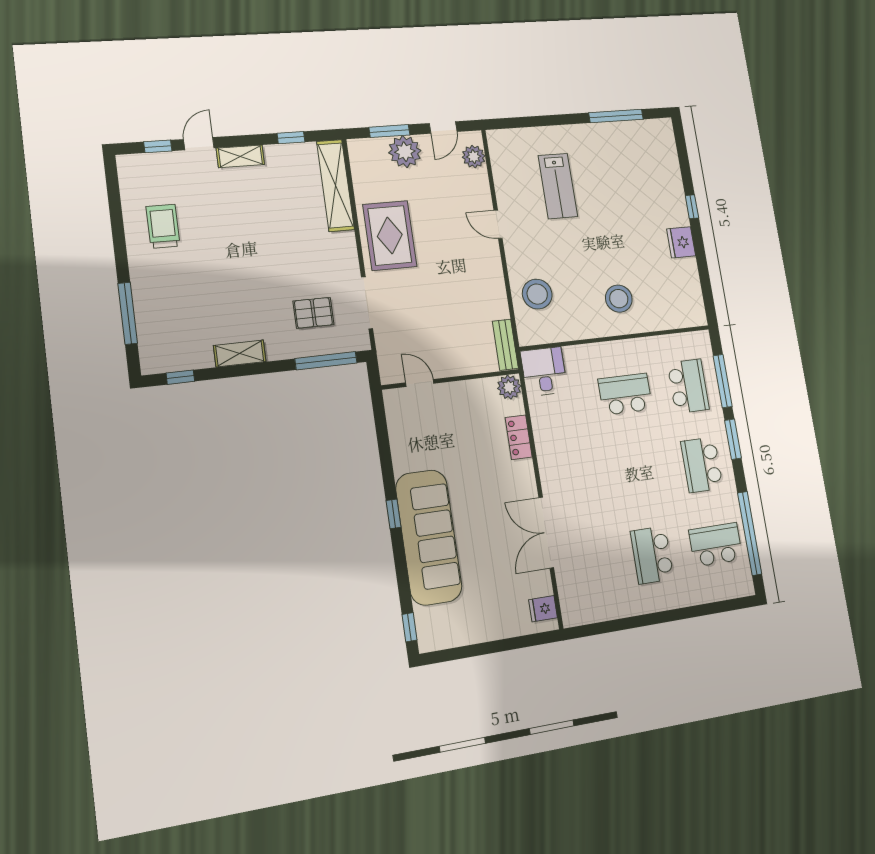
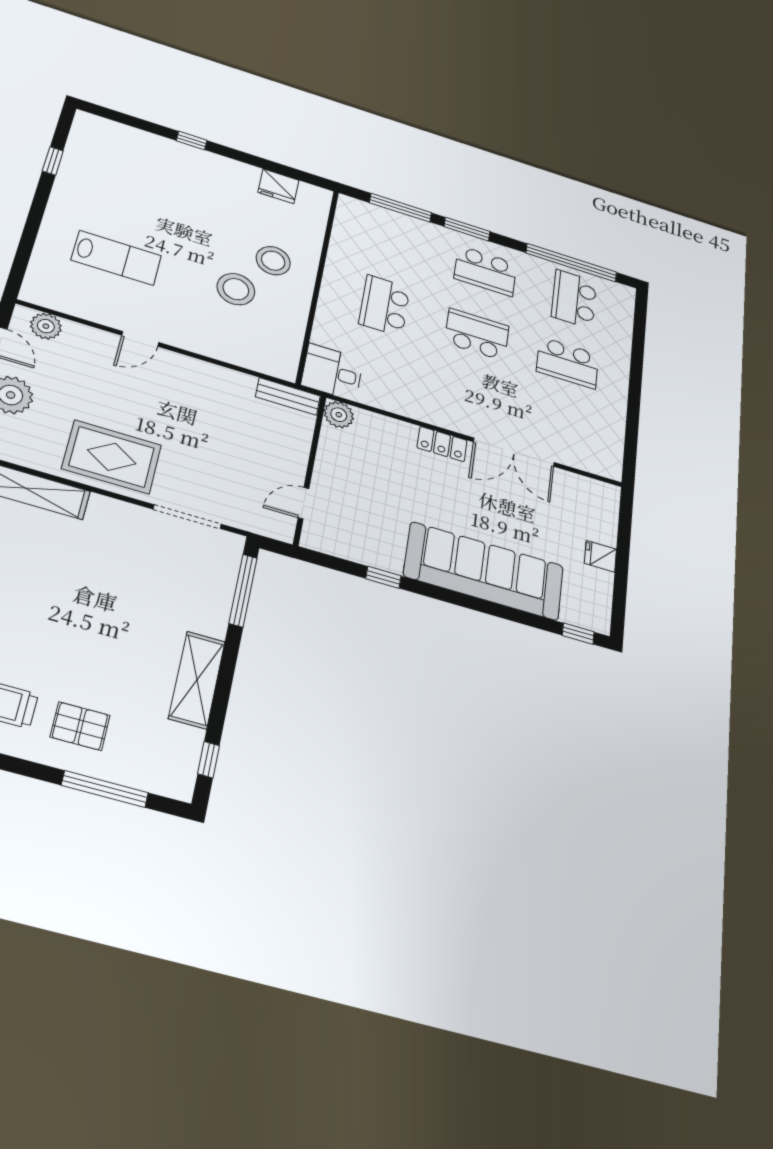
window: (616, 116) -> (53, 161), width x0.46
fridge: (681, 242) -> (278, 186), moved
stool: (537, 294) -> (236, 289), moved
pallet: (313, 313) -> (80, 726), moved, turned 90
shelving: (240, 354) -> (197, 680), width x1.50, depth x1.33
school desk: (688, 386) -> (477, 334), moved
locker: (519, 437) -> (442, 444), moved
window: (393, 514) -> (383, 577), moved
fridge: (543, 609) -> (601, 556), moved, turned 90

